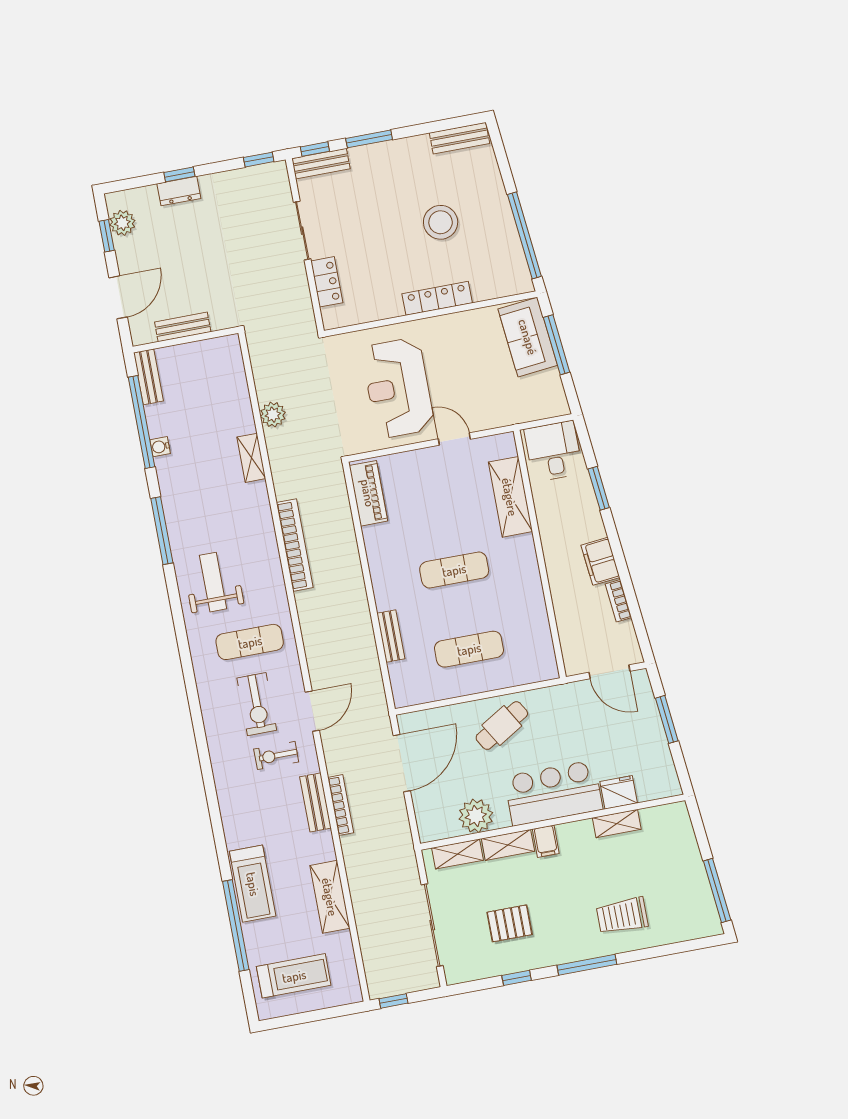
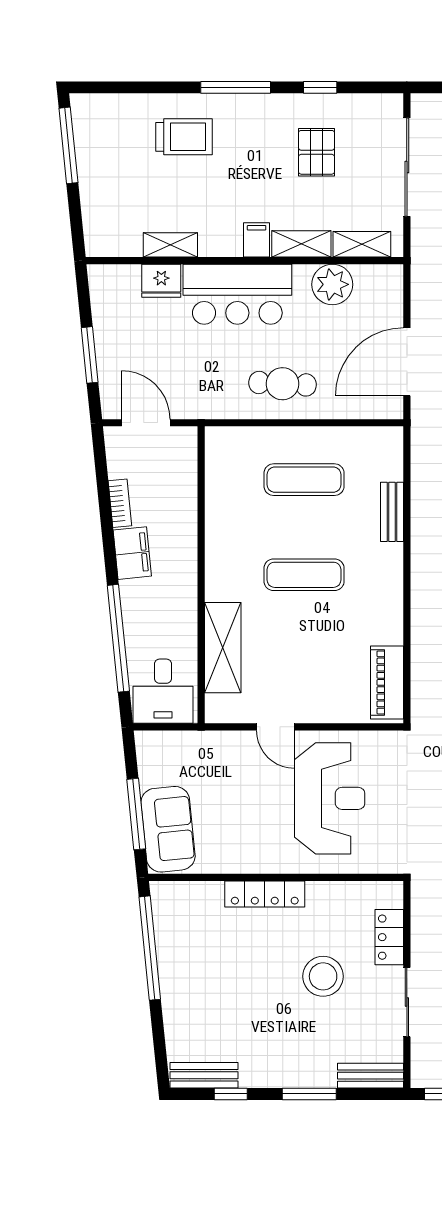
window: (315, 149) -> (231, 1094), moved
stool: (441, 222) -> (323, 976), moved
window: (599, 488) -> (118, 638), width x2.11
cafe table: (502, 726) -> (282, 384), turned 34
pallet: (510, 923) -> (316, 152), turned 90

